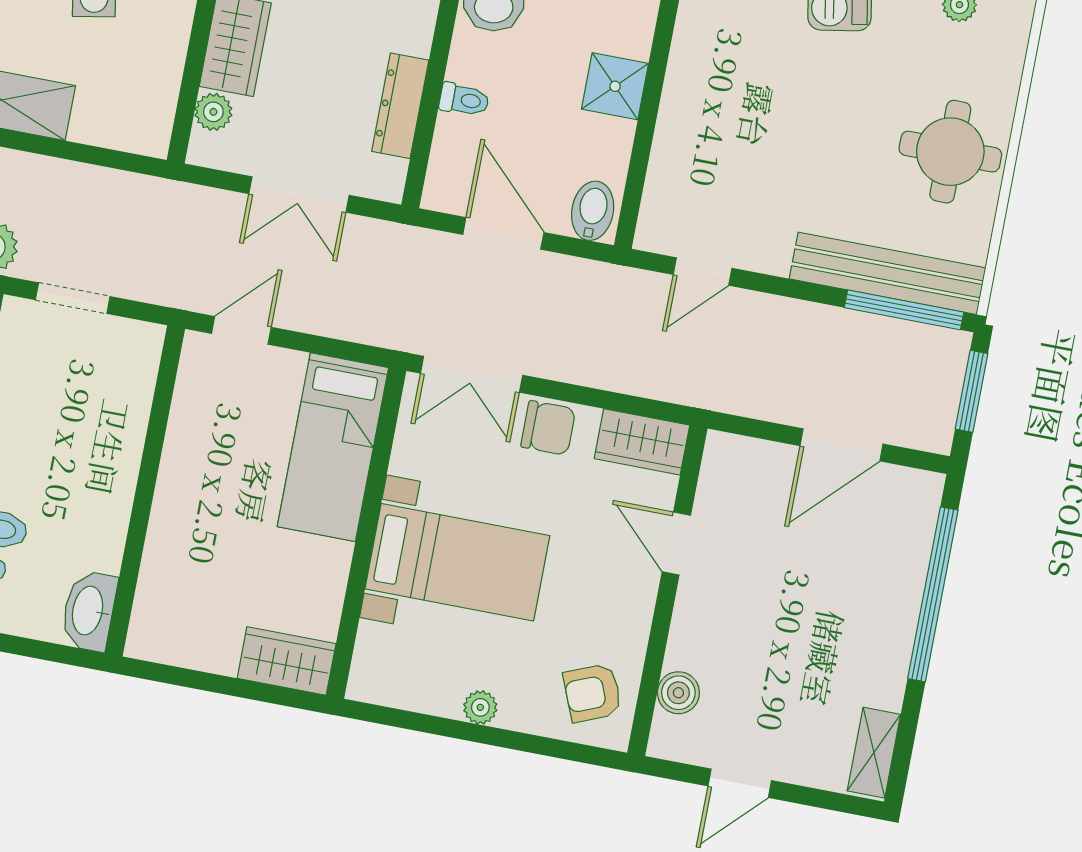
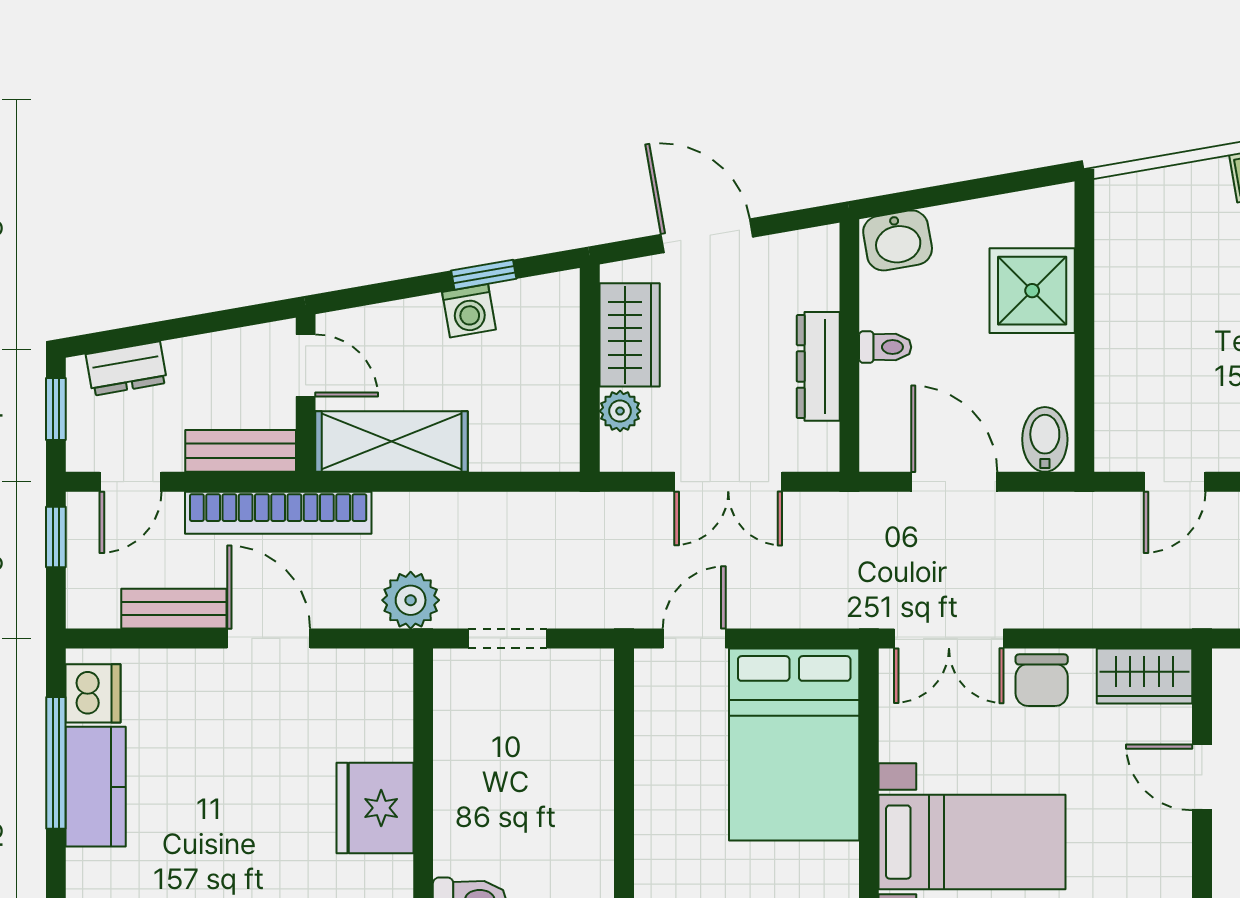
shower: (615, 86) -> (1032, 291), width x1.36, depth x1.36
chair: (548, 428) -> (1042, 680), turned 90
bed: (333, 447) -> (794, 744), width x1.50

